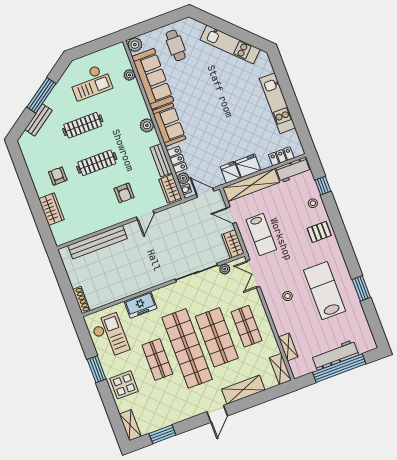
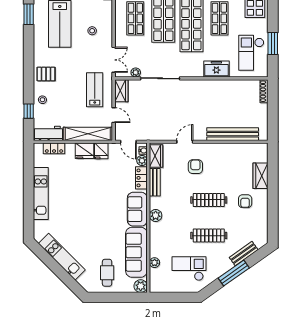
window: (97, 369) -> (273, 44), moved

